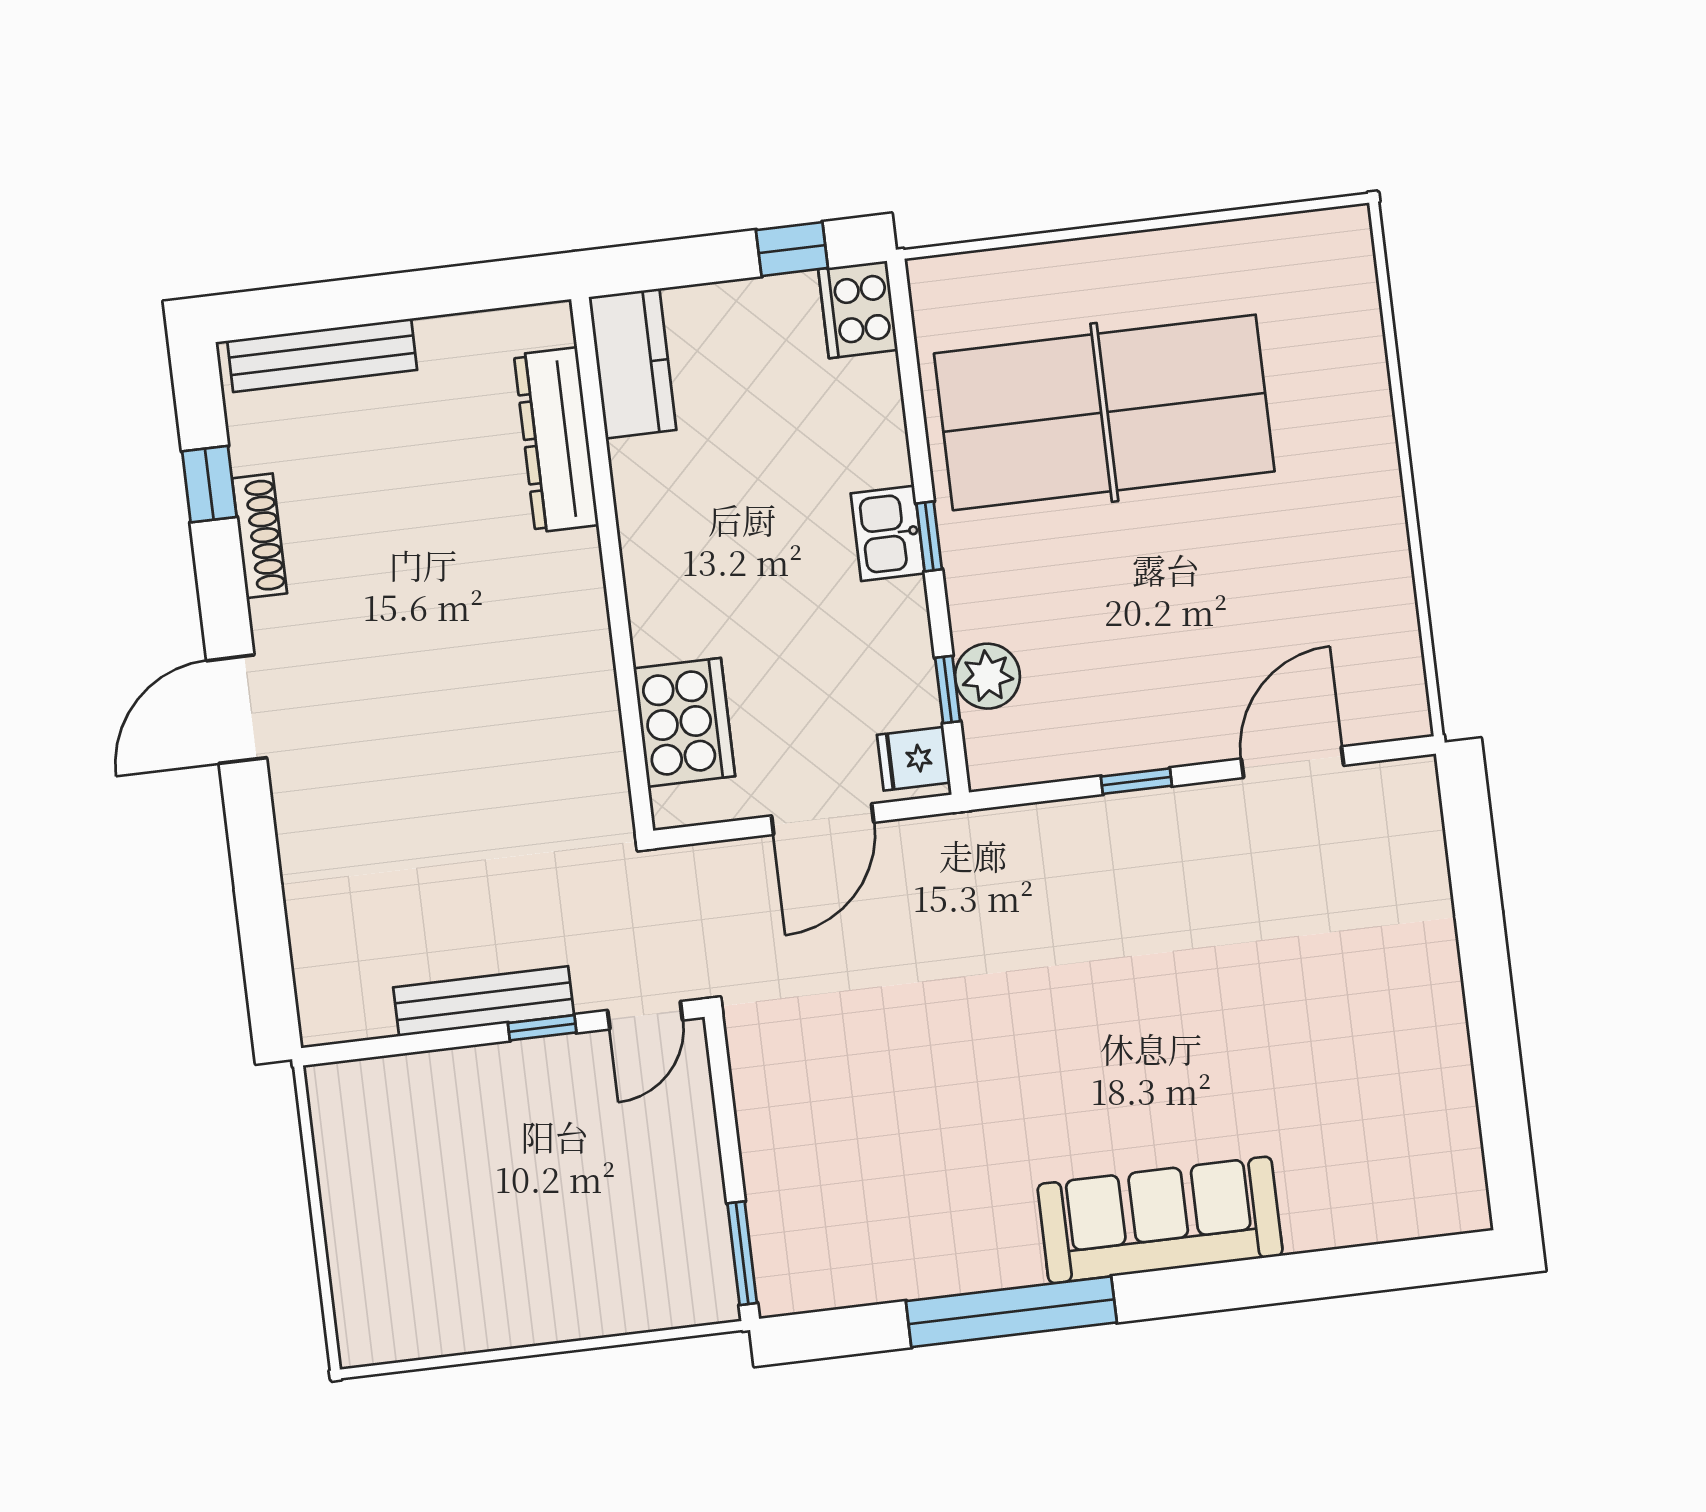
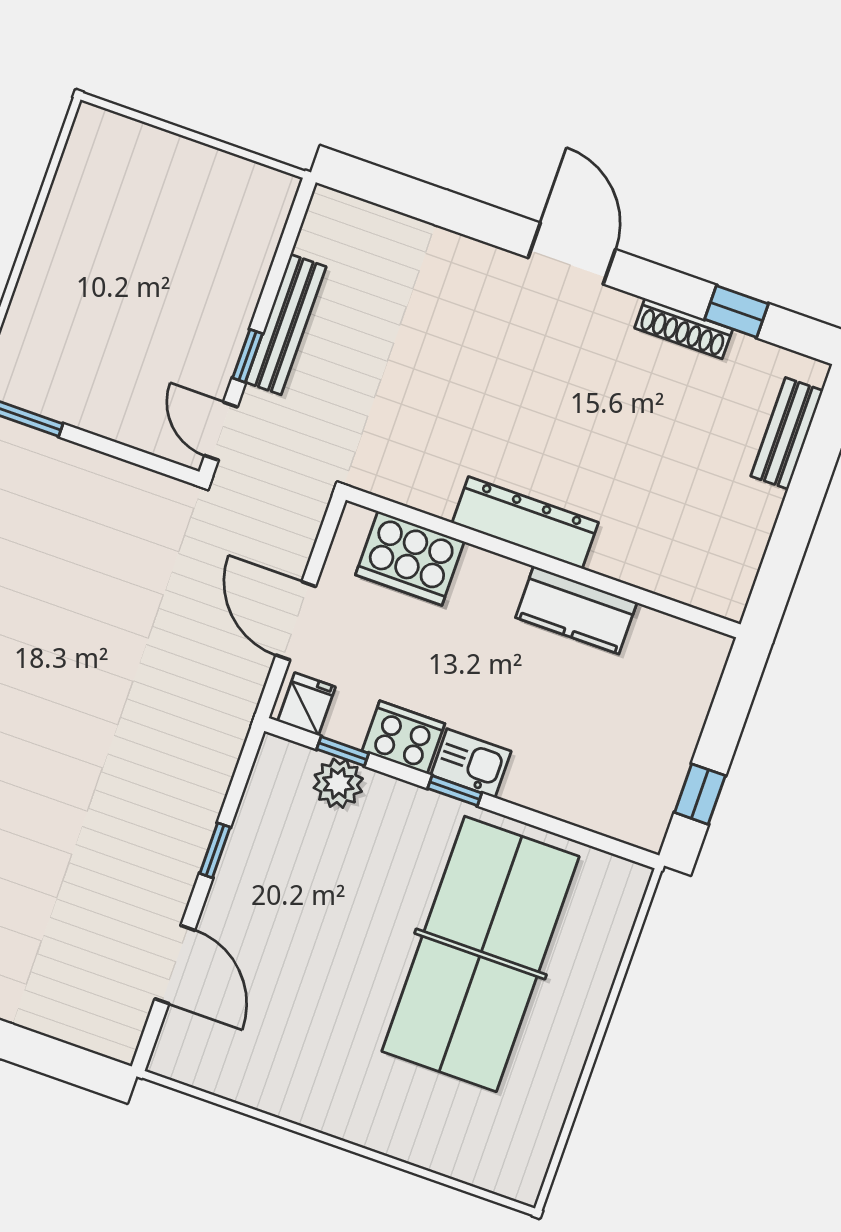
cooker: (858, 310) -> (403, 737), moved
bench: (322, 355) -> (787, 433), width x0.73
kitchen counter: (633, 363) -> (576, 610), moved
dresser: (556, 440) -> (525, 523), moved

